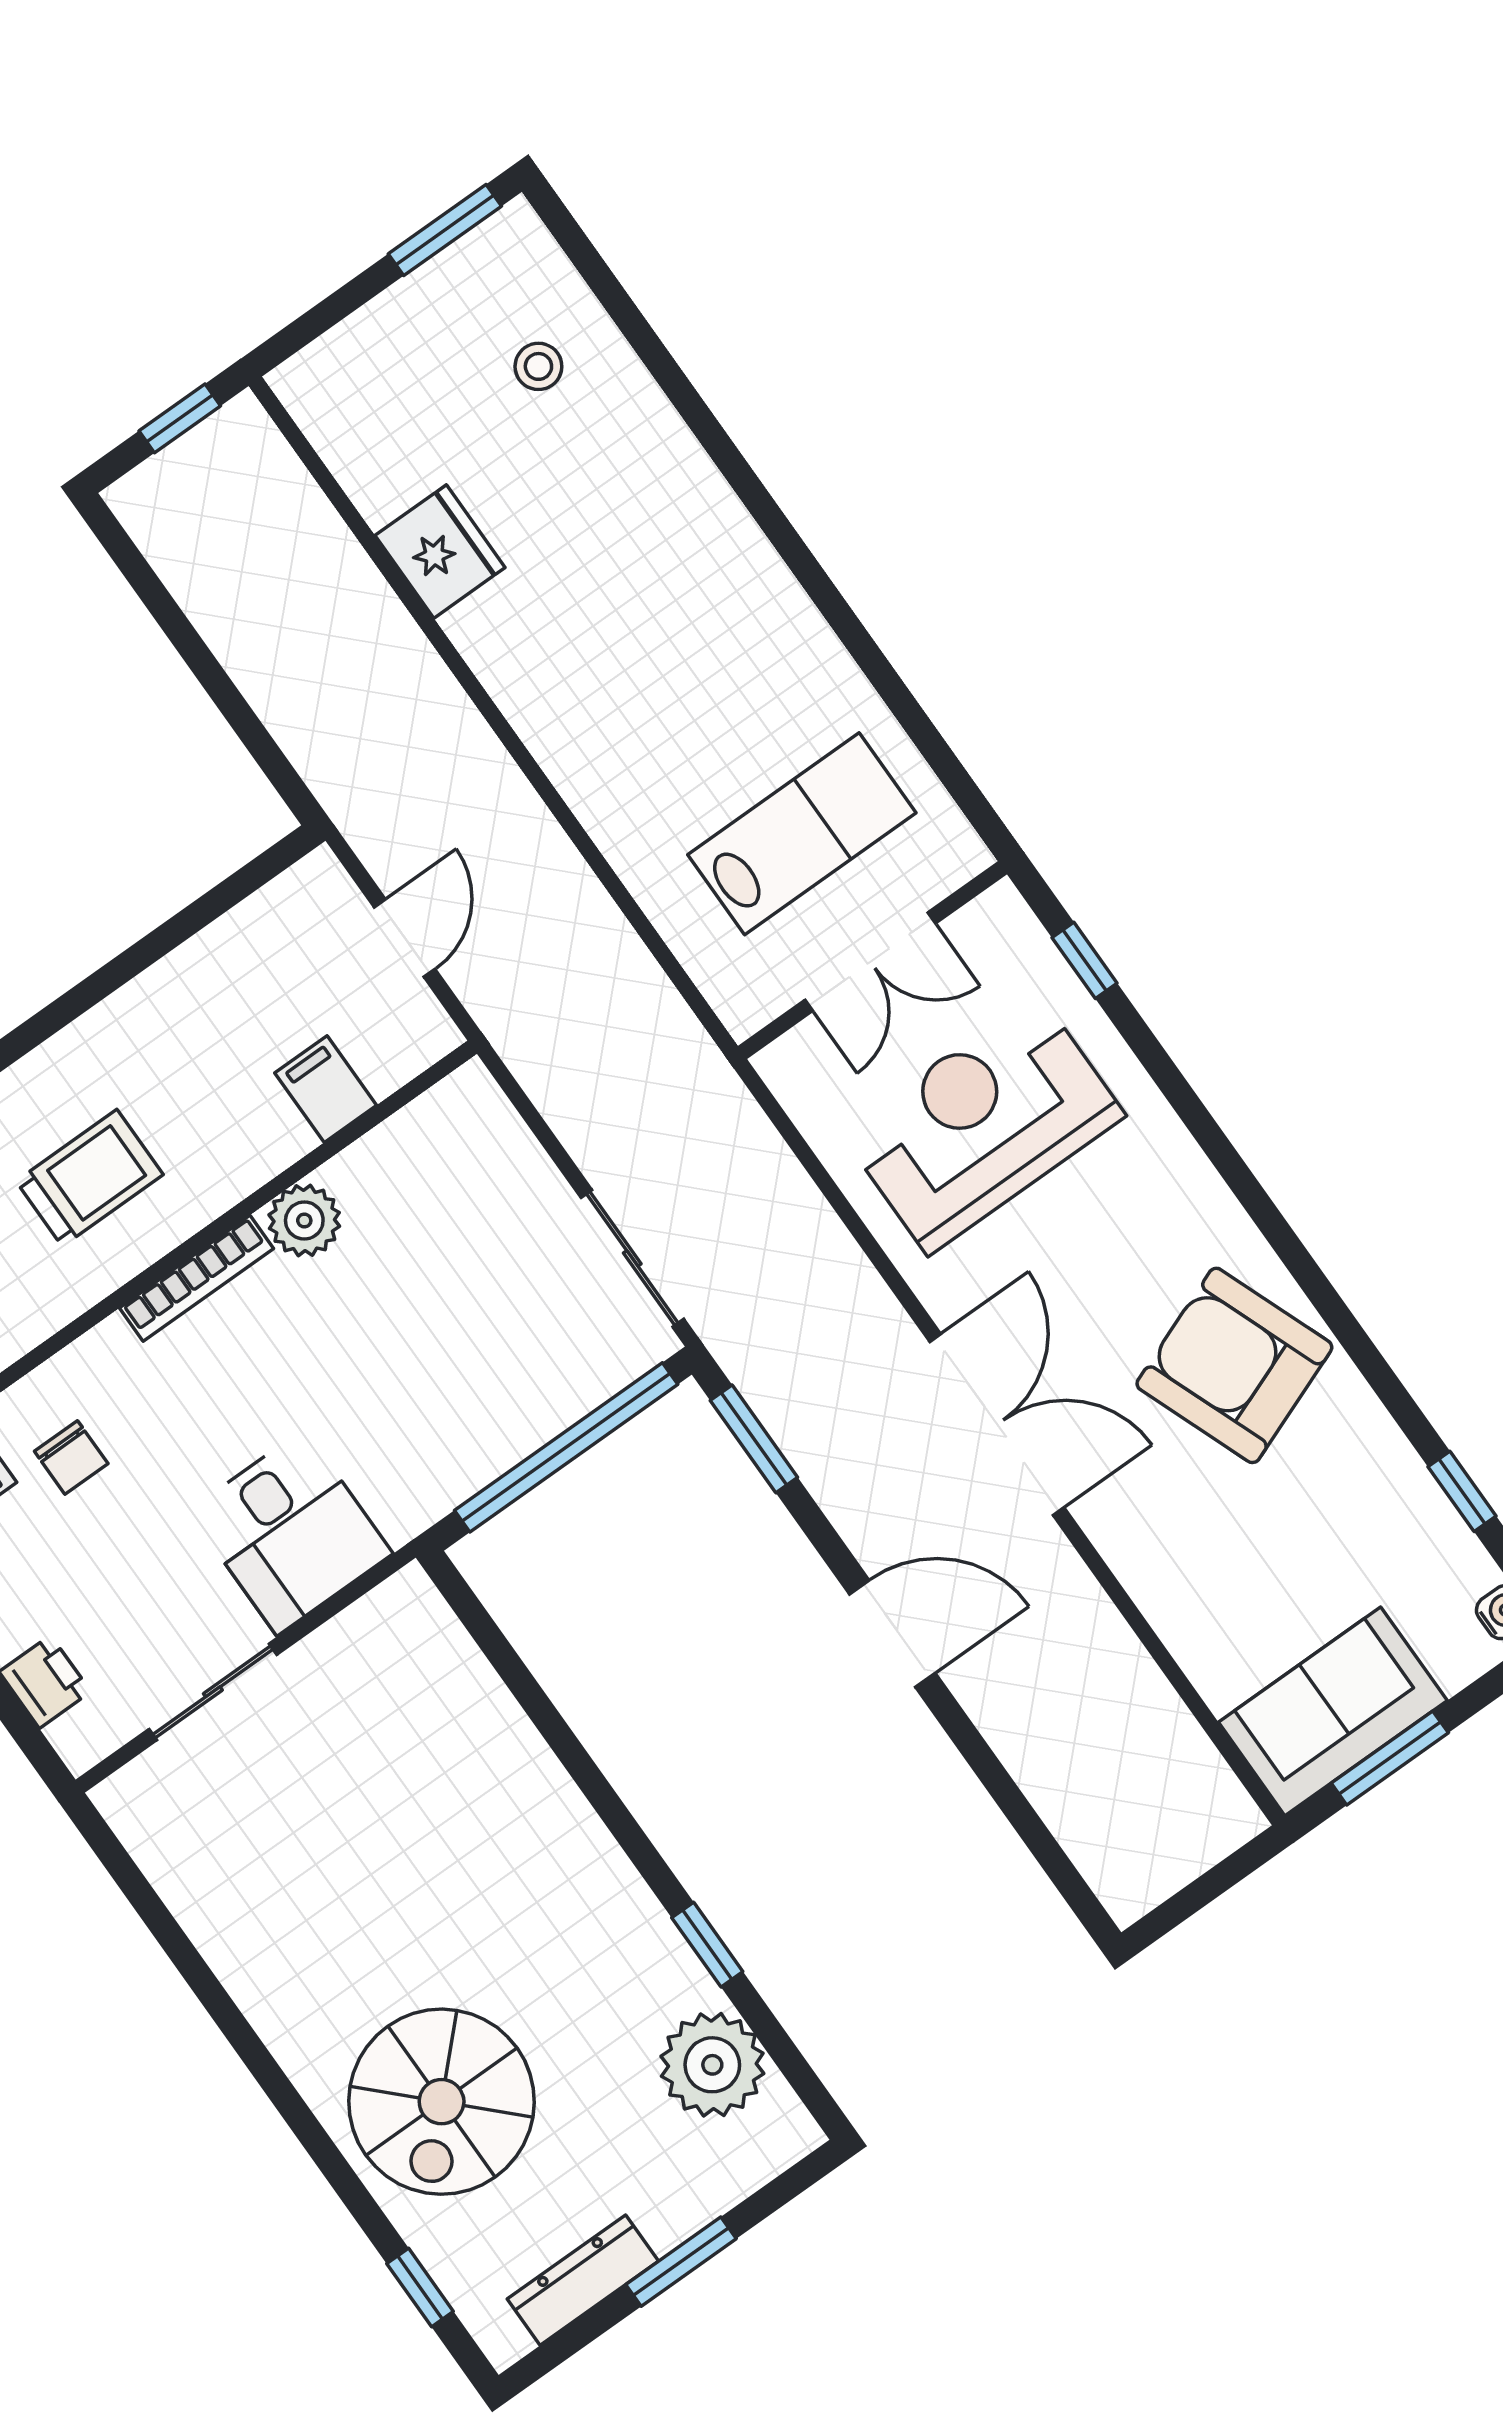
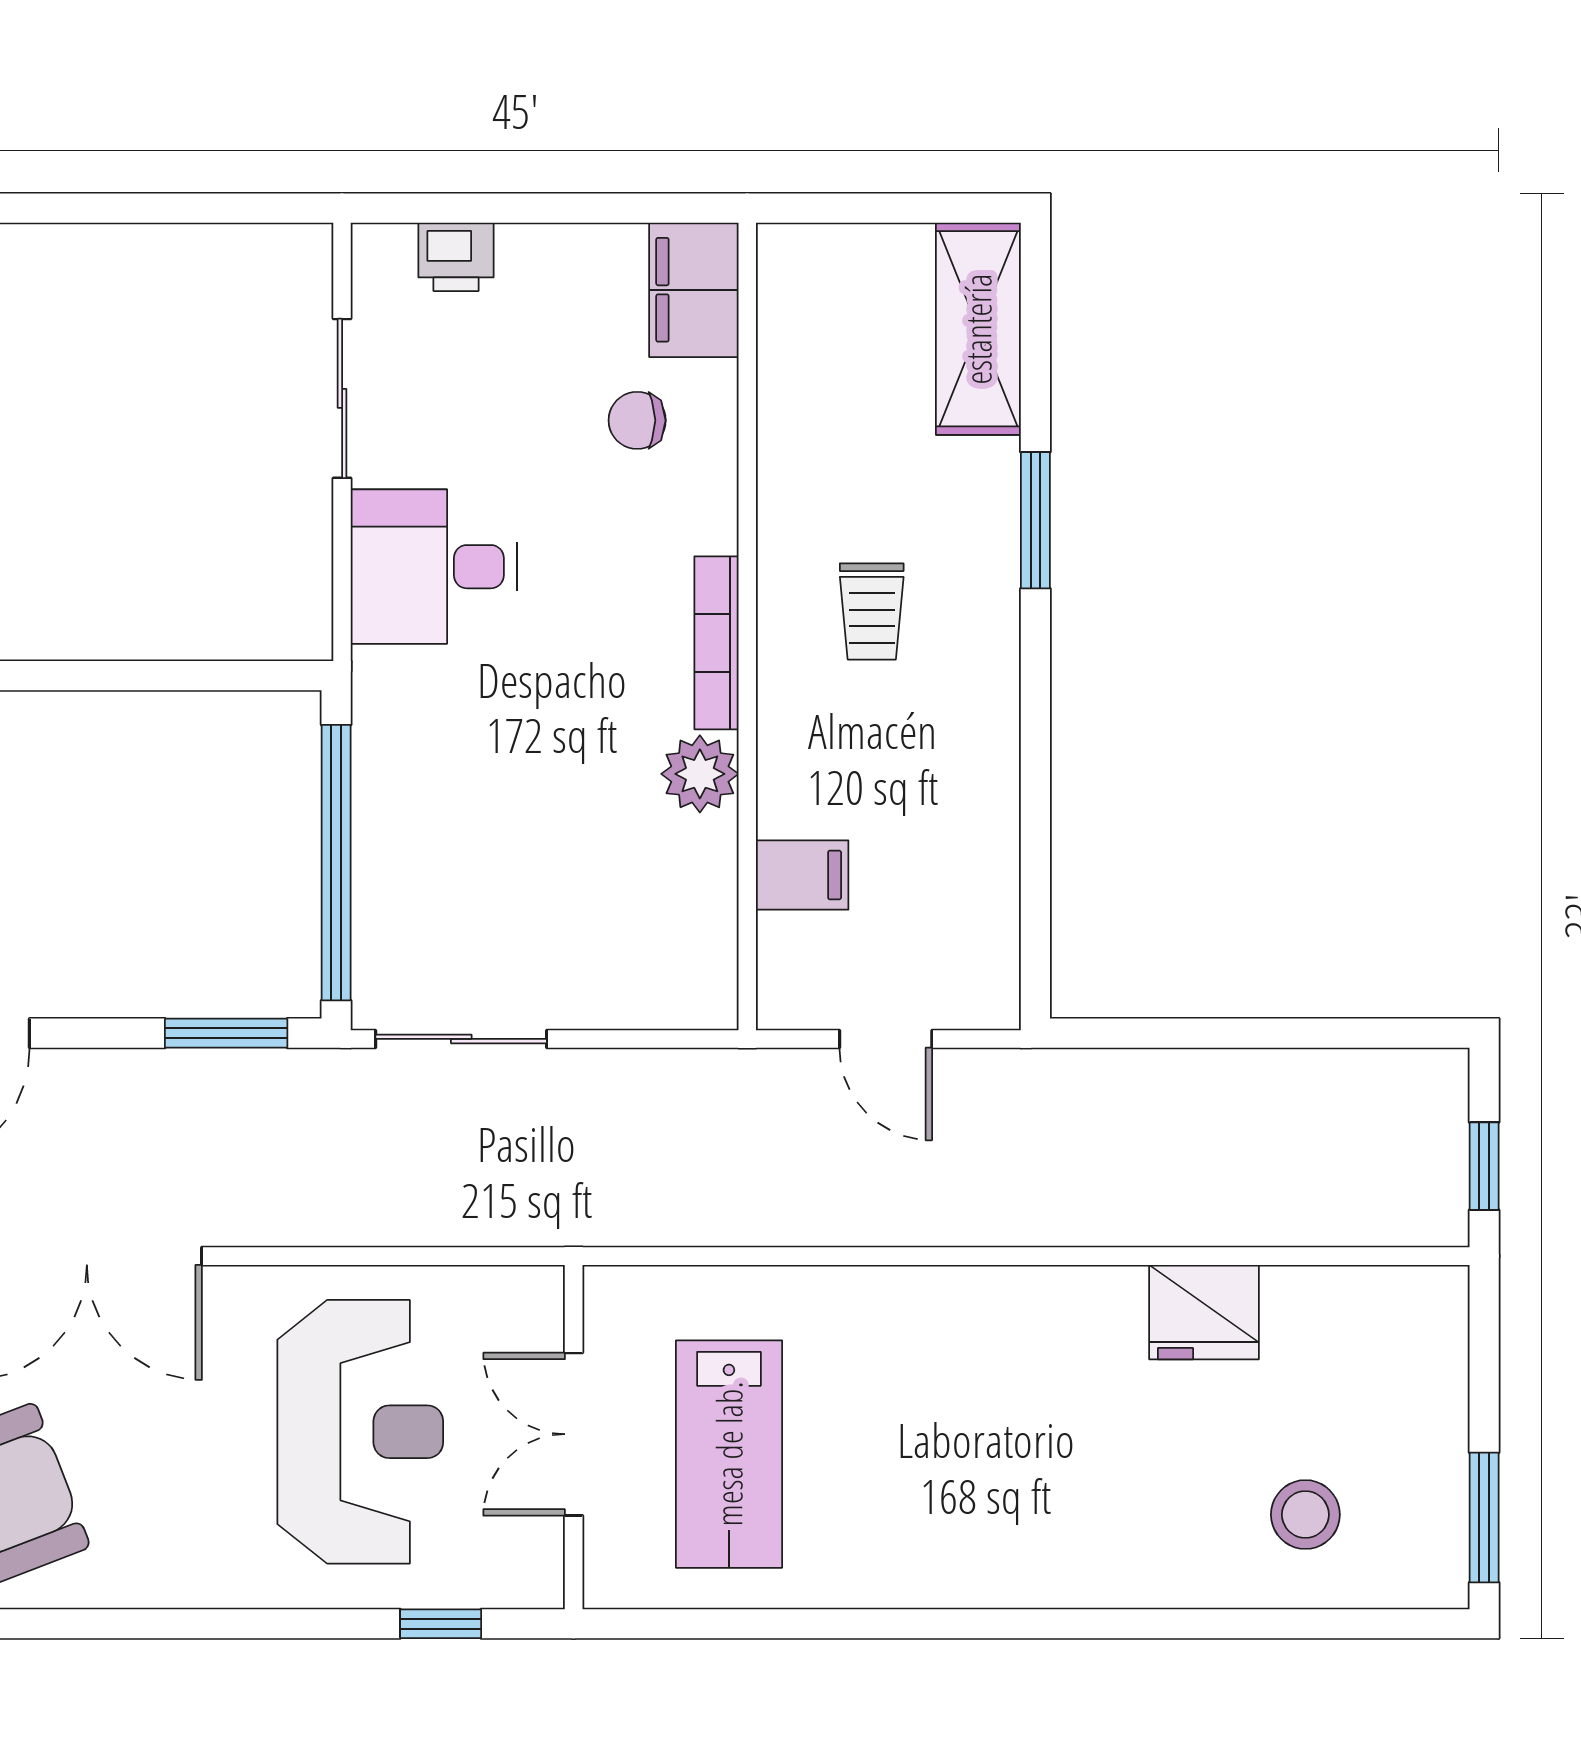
stool: (538, 366) -> (1305, 1515), width x1.37, depth x1.37
trolley: (90, 1178) -> (872, 611), width x0.73, depth x0.72

